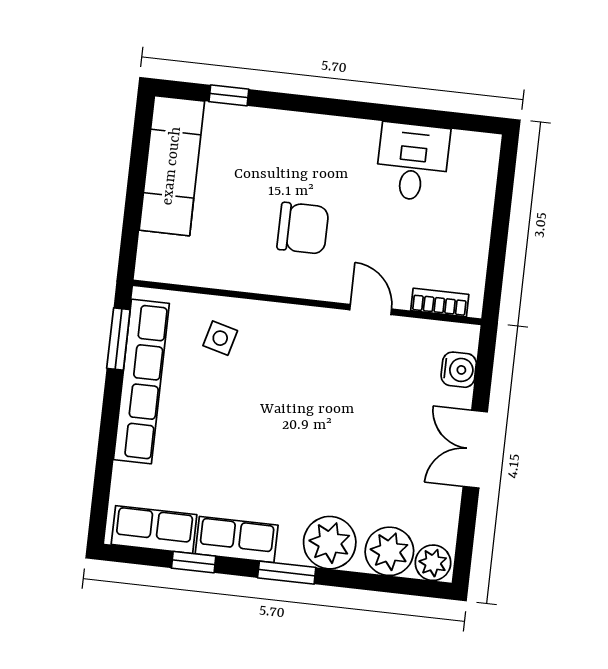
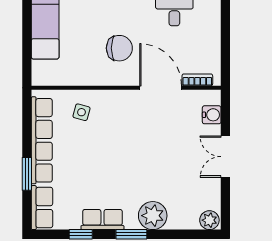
door: (371, 309) -> (161, 88), width x1.87
window: (118, 339) -> (27, 174), moved
row of seats: (154, 530) -> (42, 208), moved, turned 90
plant: (389, 551) -> (185, 217), removed

